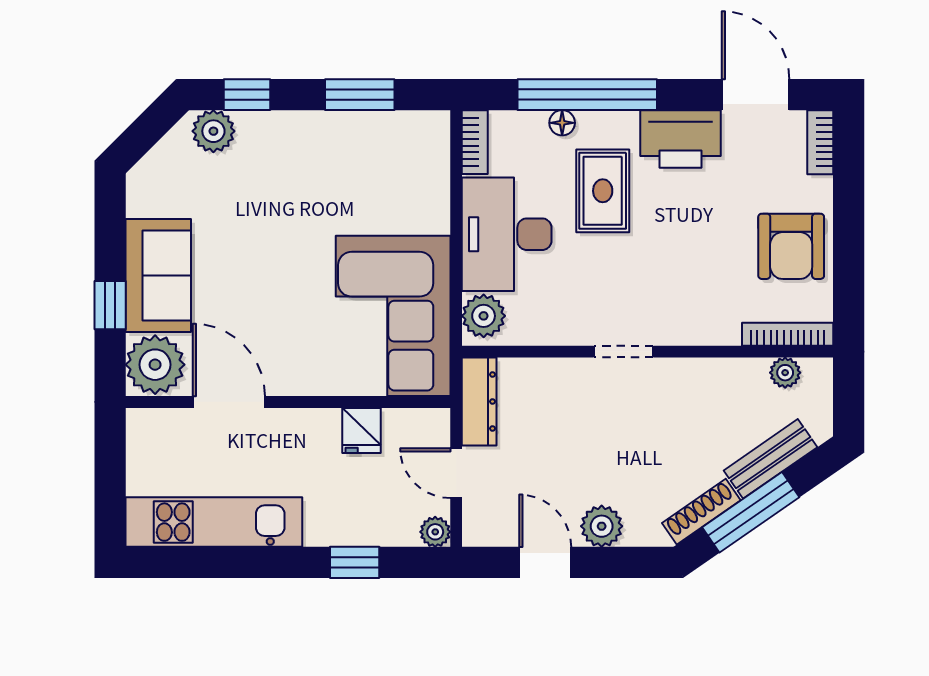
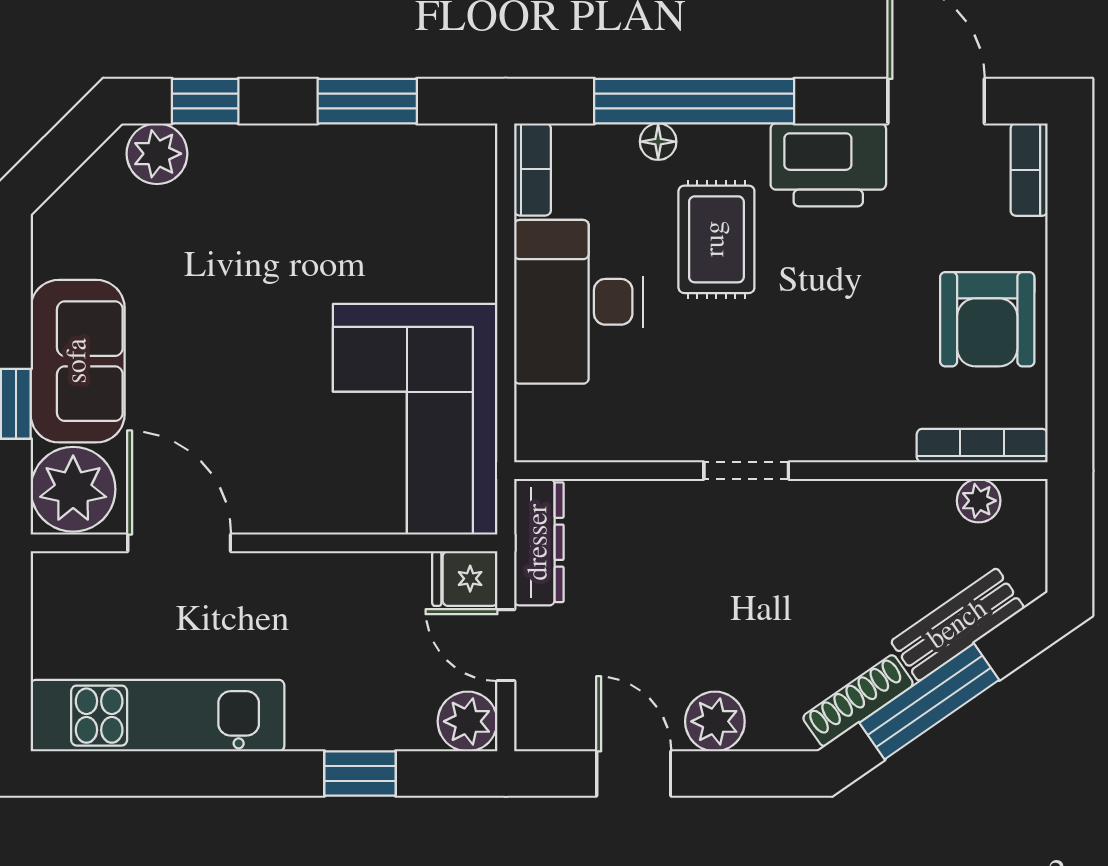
plant: (484, 316) -> (545, 419), removed
fridge: (362, 430) -> (465, 579), moved, turned 90
plant: (435, 532) -> (468, 721), width x1.38, depth x1.38

